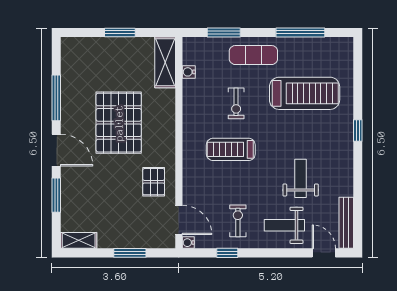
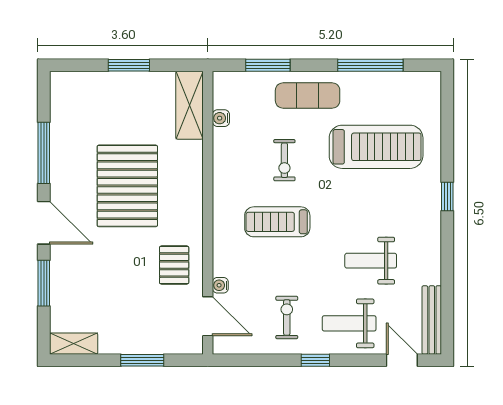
weight bench: (301, 178) -> (371, 261), turned -90
water cooler: (188, 243) -> (220, 285), moved
window: (227, 253) -> (315, 360), moved

